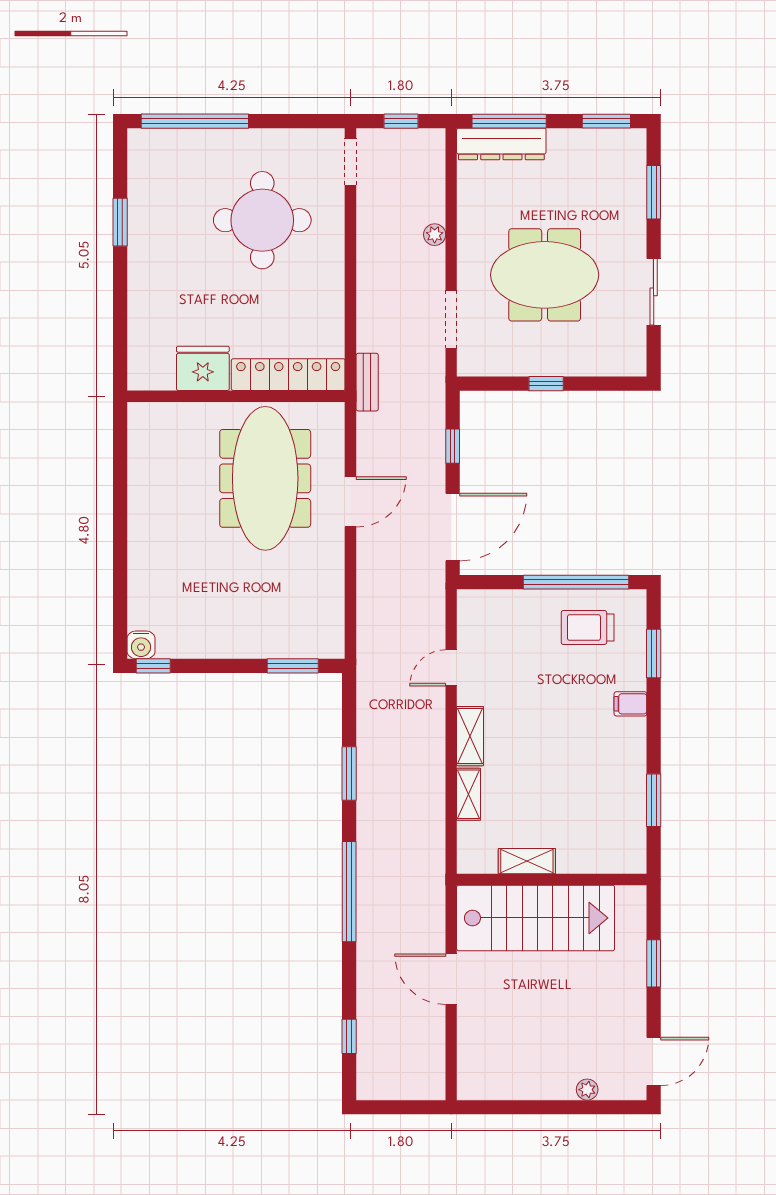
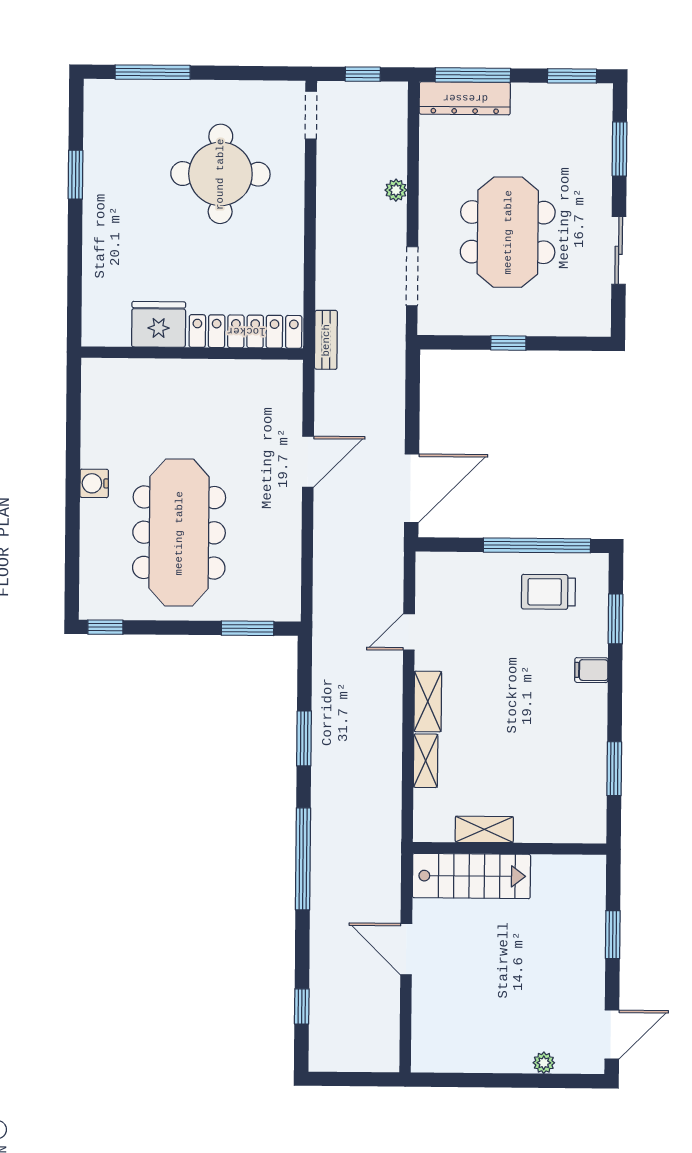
window: (195, 121) -> (153, 72), width x0.68
meeting table: (545, 275) -> (508, 232), turned 90
window: (453, 446) -> (412, 406), removed
meeting table: (265, 478) -> (179, 533), moved
water cooler: (141, 645) -> (94, 483), moved, turned 90
stairs: (536, 918) -> (471, 876), width x0.73, depth x0.66

